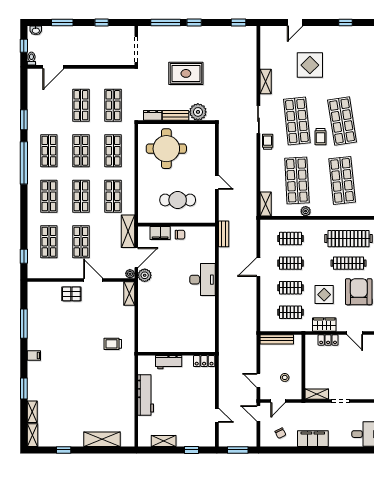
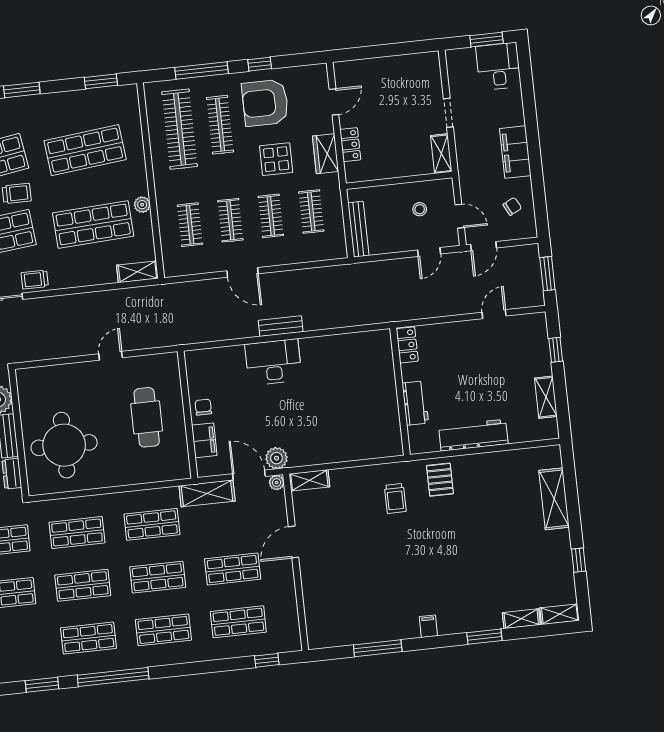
bench: (224, 234) -> (281, 326), moved
pallet: (71, 294) -> (440, 480), moved

